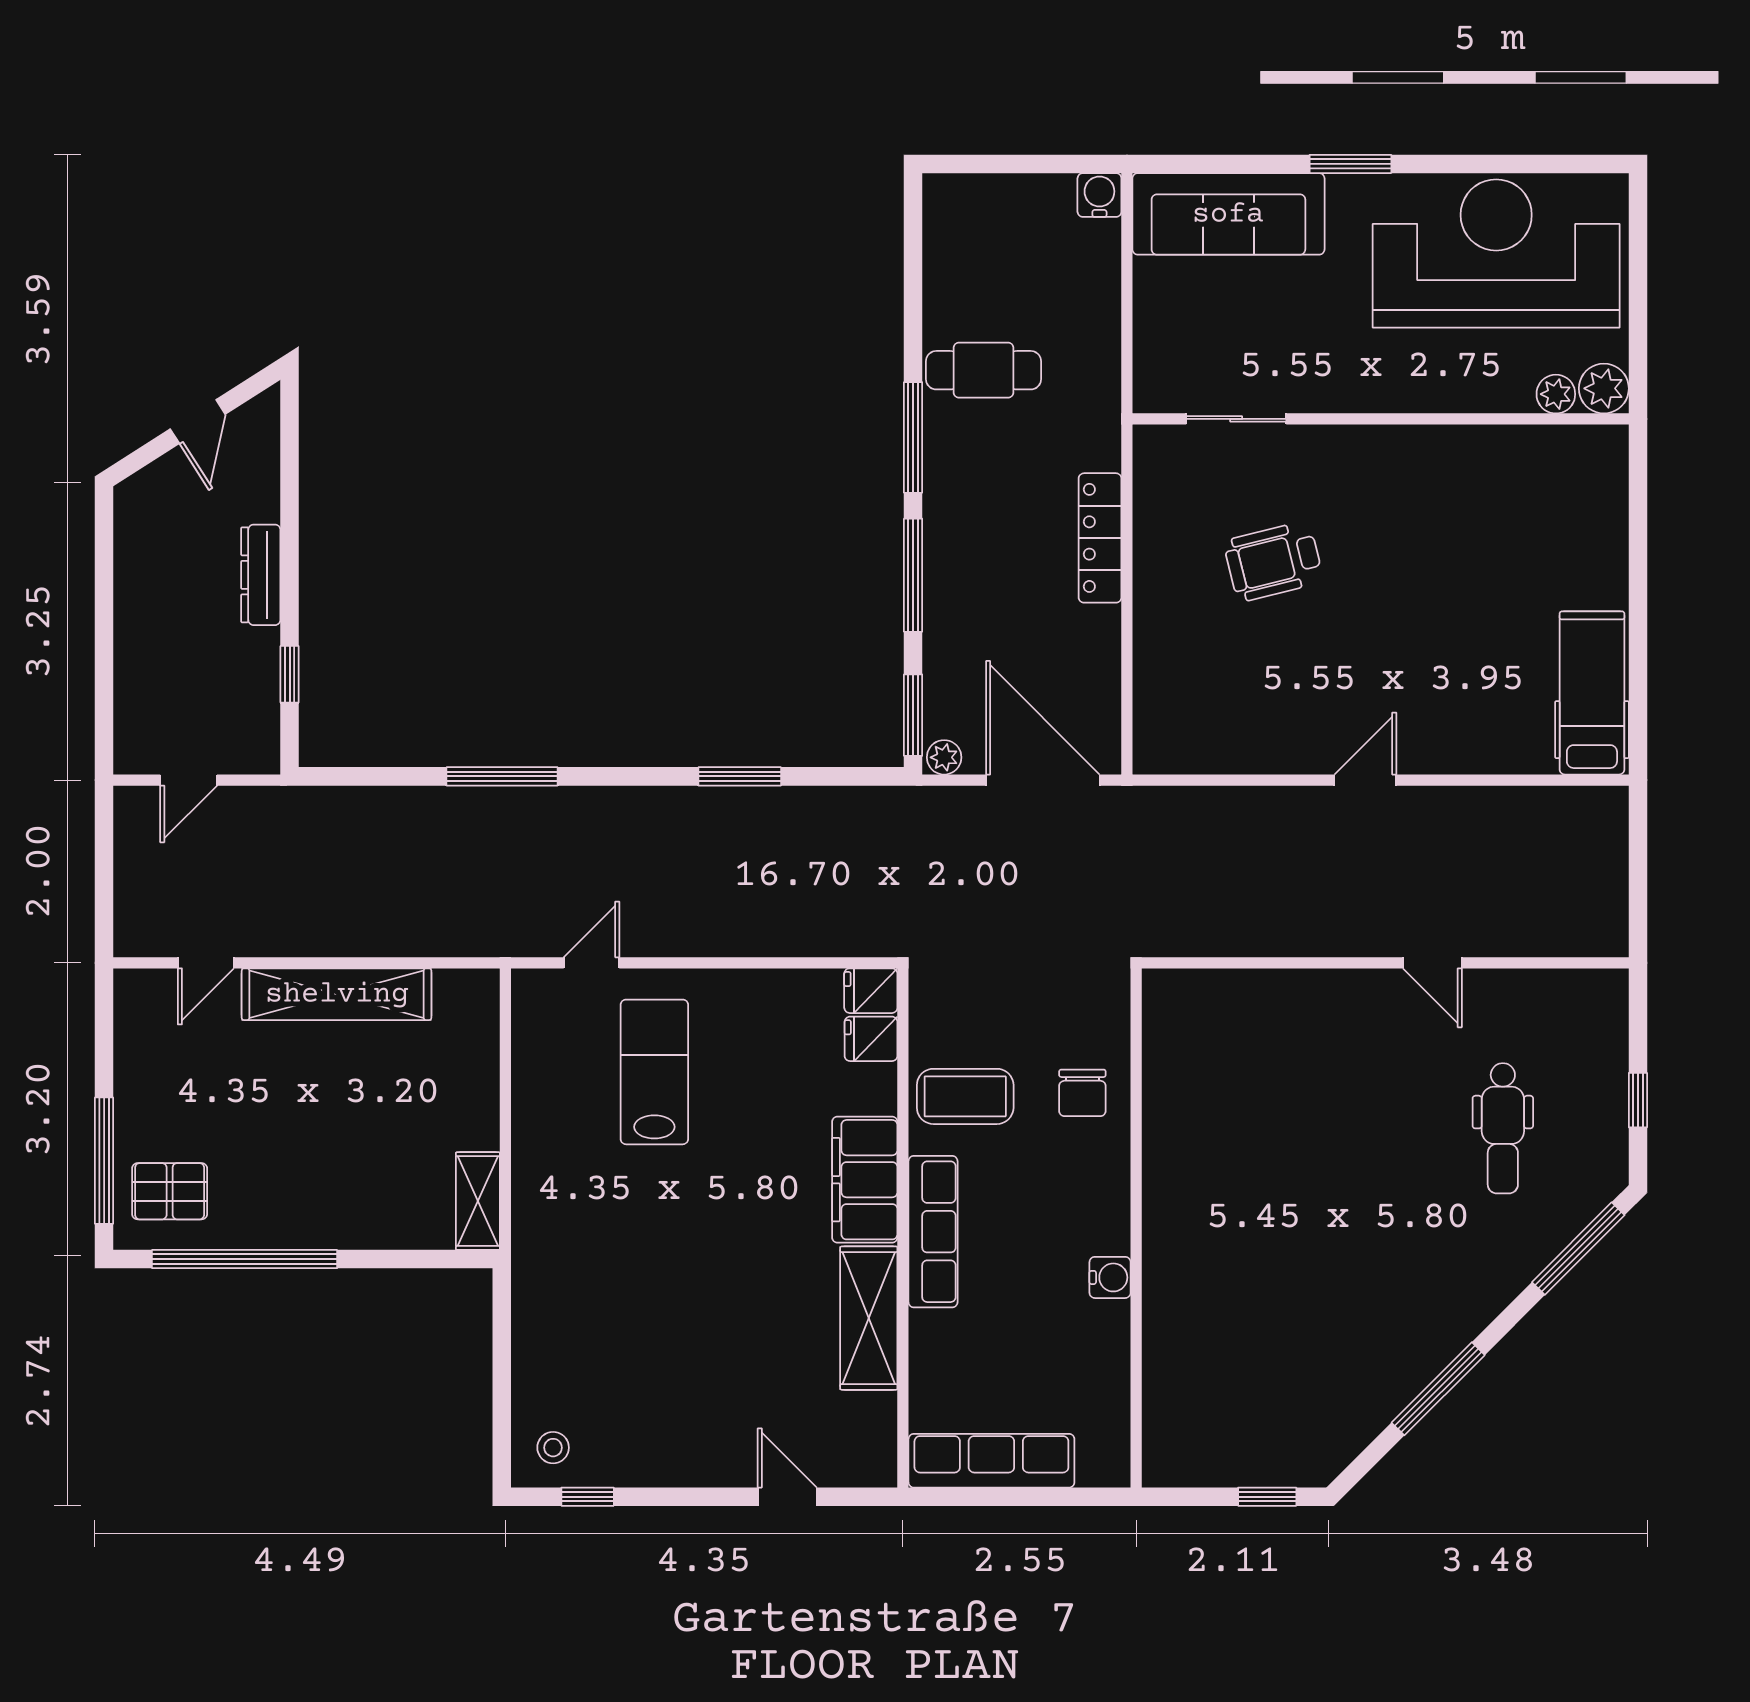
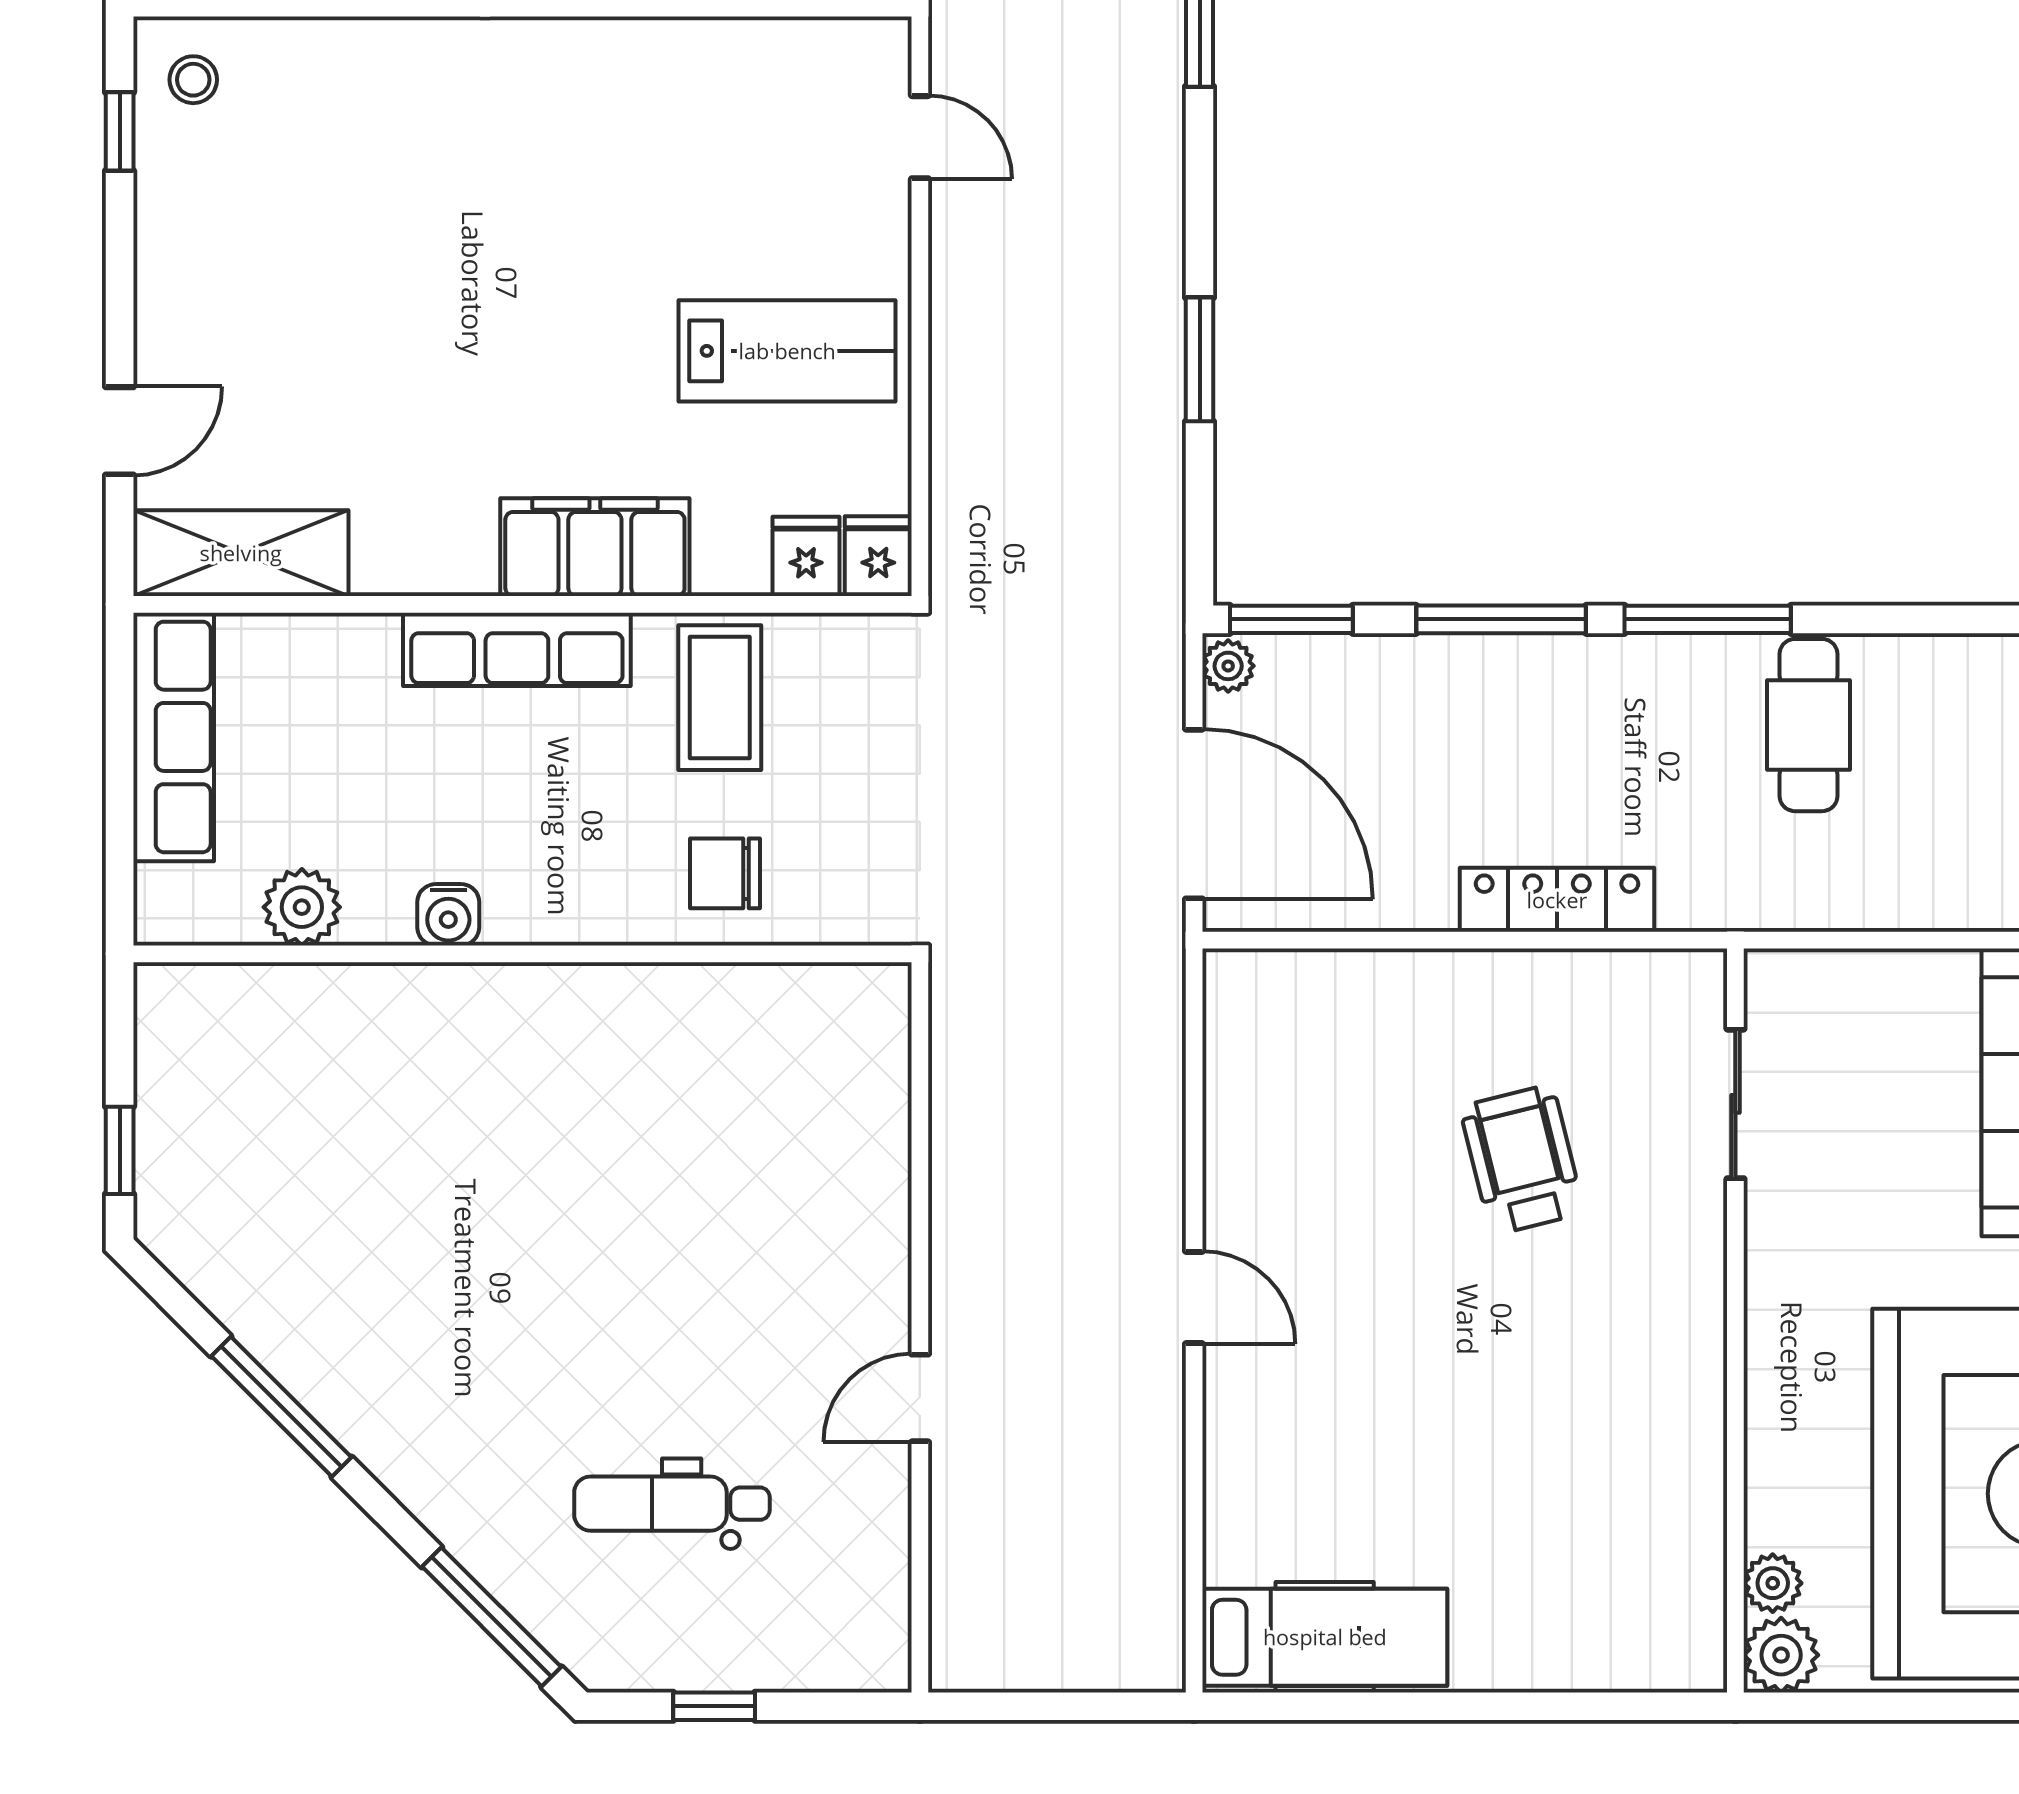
door: (1043, 780) -> (1194, 814), hinge flipped
lab bench: (654, 1072) -> (787, 351), moved
shelving: (869, 1318) -> (241, 553), moved
plant: (1105, 1375) -> (302, 907), added

